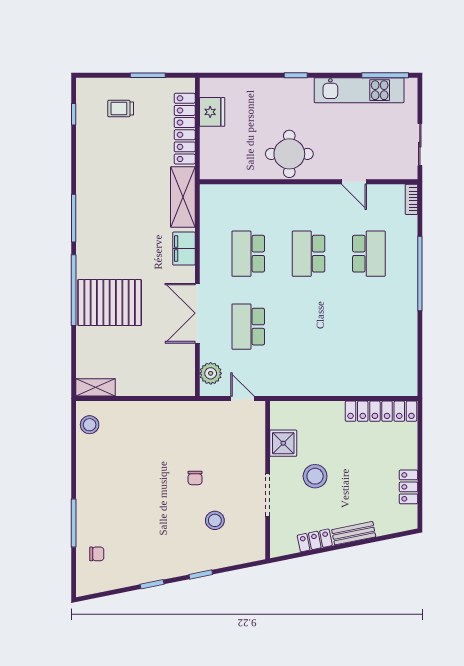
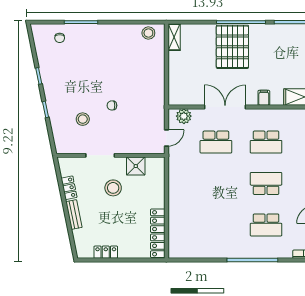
filing cabinet: (184, 249) -> (264, 98), width x0.50
school desk: (248, 254) -> (266, 142), turned 180
school desk: (248, 327) -> (216, 142), turned 180

